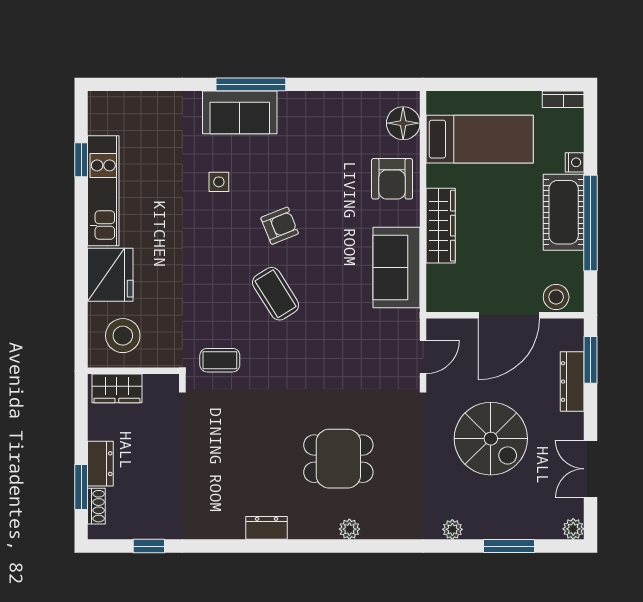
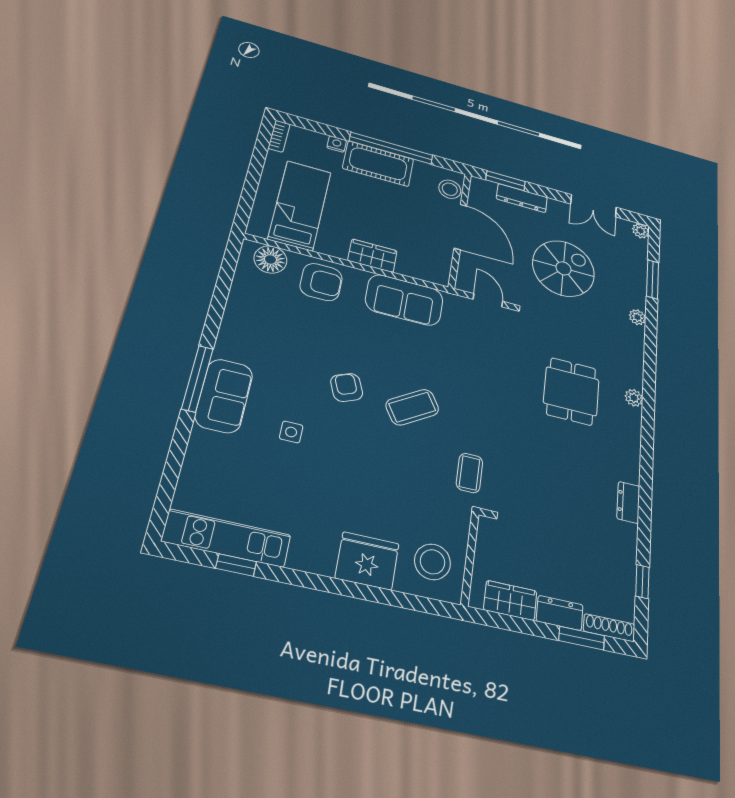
kitchen unit: (103, 191) -> (227, 538), moved
wardrobe: (441, 226) -> (372, 256), width x0.67
wardrobe: (117, 388) -> (510, 600), moved, turned -90
shoe rack: (96, 506) -> (609, 628), width x1.43
dresser: (267, 528) -> (628, 502), moved

